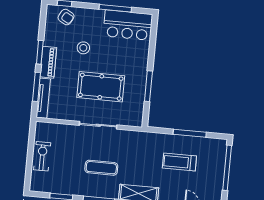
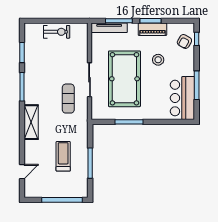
piano: (48, 62) -> (152, 29), moved
pool table: (101, 87) -> (124, 79), width x1.36, depth x1.32
exercise mat: (101, 168) -> (68, 99), moved

